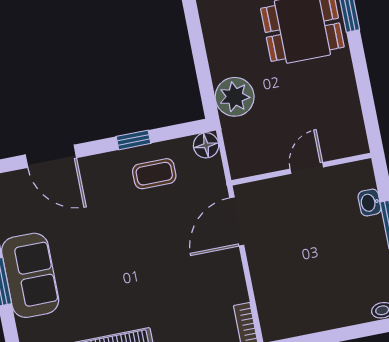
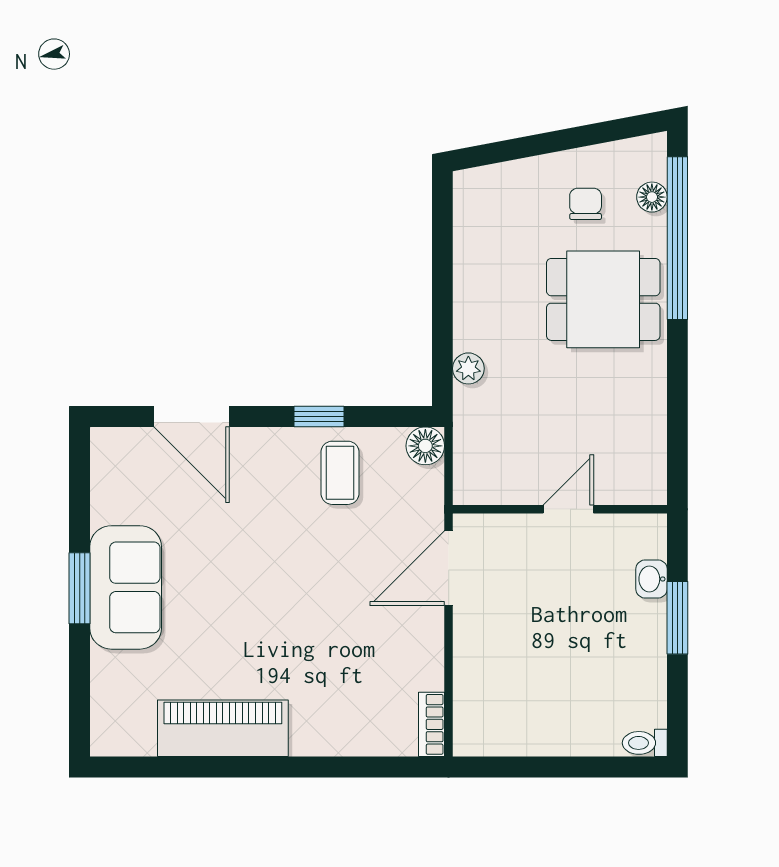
plant: (235, 97) -> (468, 368), width x0.53, depth x0.53
coffee table: (154, 174) -> (340, 473), turned 90

